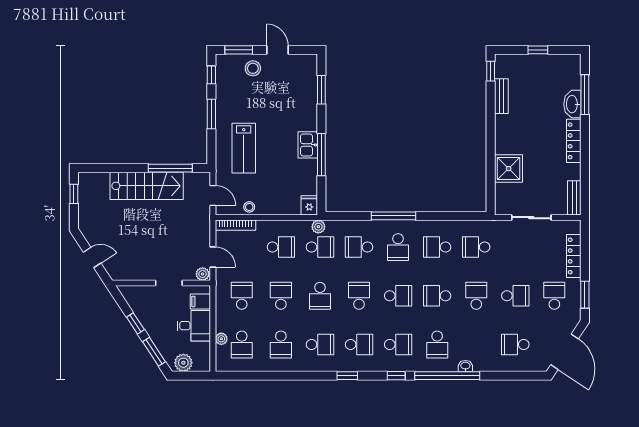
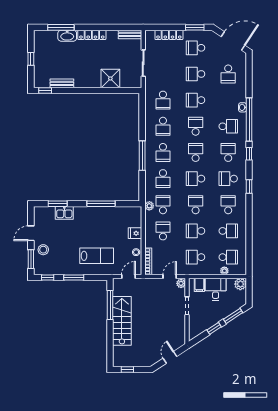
kitchen sink: (308, 145) -> (64, 213), moved
fridge: (309, 205) -> (135, 233), moved
school desk: (398, 247) -> (163, 152), turned 90
school desk: (320, 296) -> (196, 205), turned -90
school desk: (437, 296) -> (196, 126), turned 180
school desk: (515, 296) -> (196, 74), turned -90
school desk: (359, 345) -> (228, 179), turned -90
plant: (183, 363) -> (240, 284), moved

